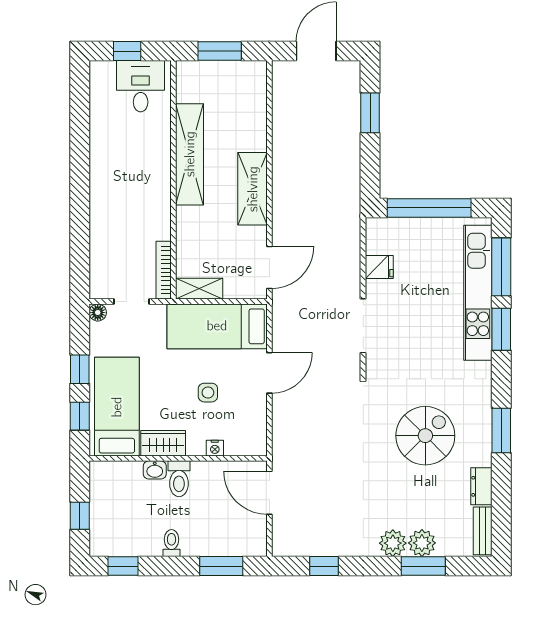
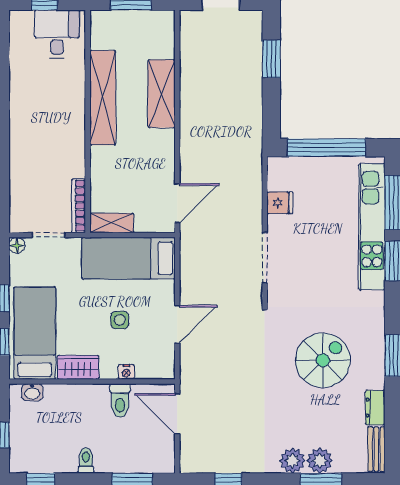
shelving: (253, 189) -> (161, 94), moved
door: (269, 373) -> (177, 324), moved
washbasin: (155, 470) -> (32, 392), moved
toilet: (179, 479) -> (120, 401), moved

